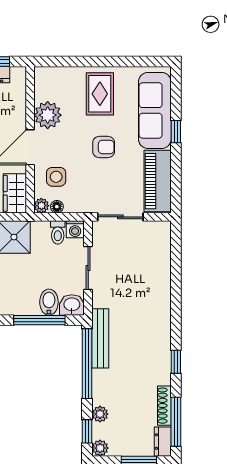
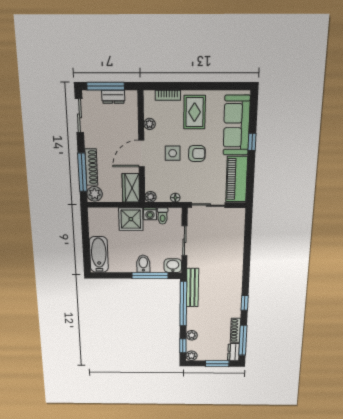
bookcase: (65, 73) -> (168, 95), added
plant: (48, 115) -> (150, 124), width x0.53, depth x0.53
side table: (56, 177) -> (173, 153), moved
floor lamp: (57, 207) -> (175, 198), moved
washing machine: (75, 229) -> (150, 214), moved
bidet: (49, 302) -> (143, 264), moved

